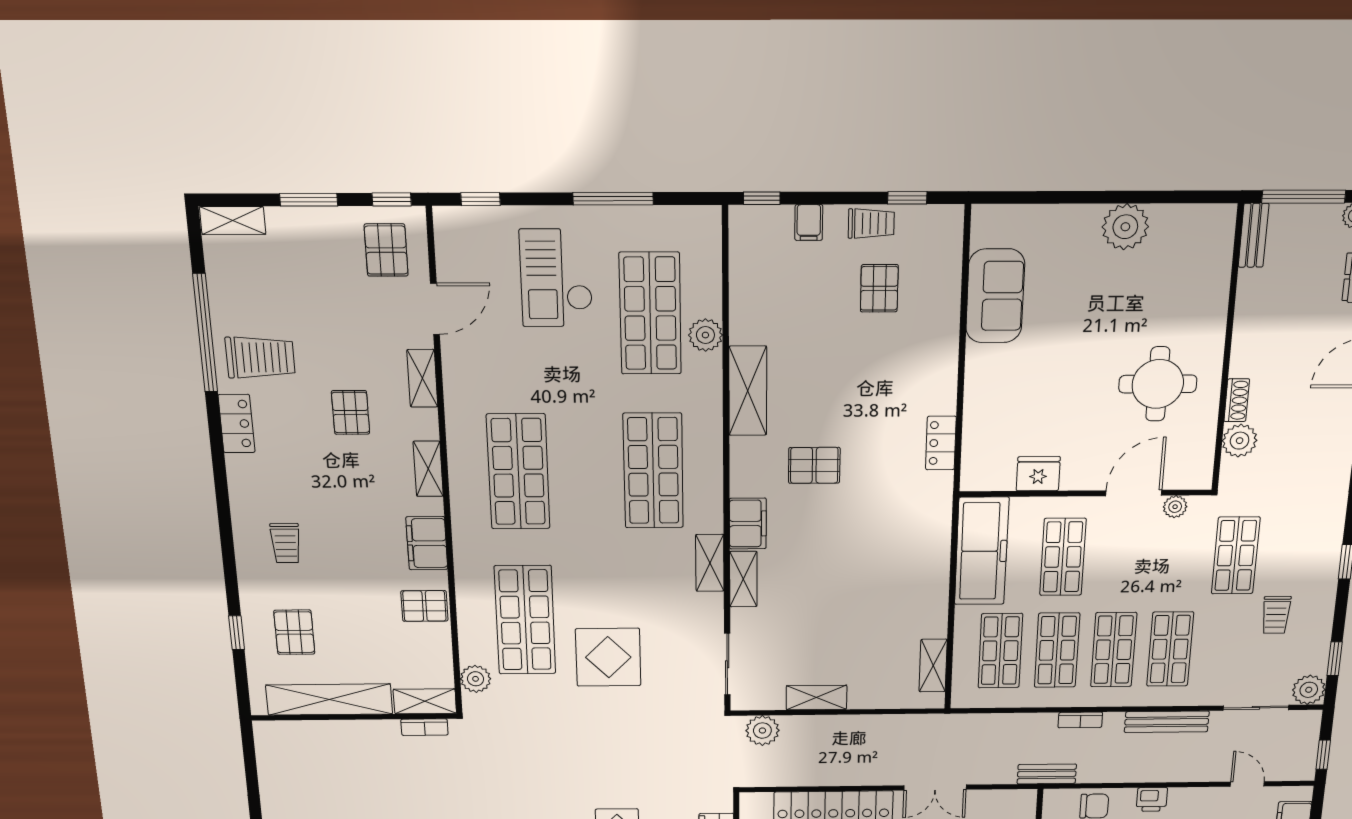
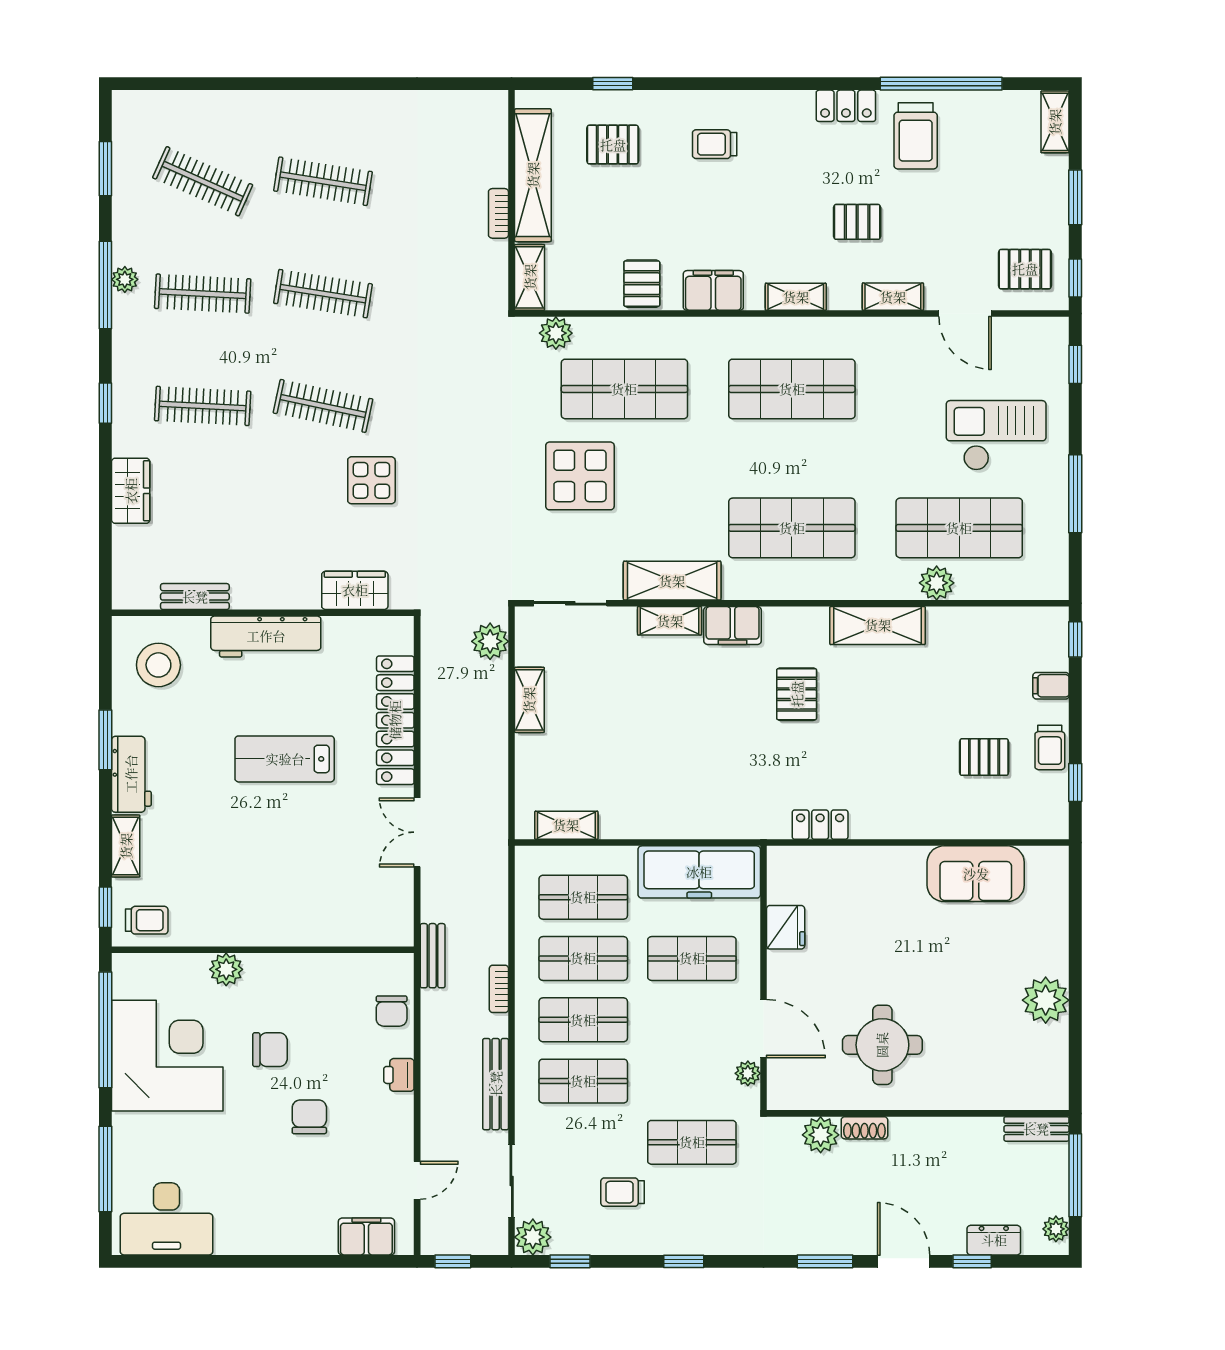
shelving: (710, 563) -> (672, 581), width x1.50, depth x1.33
bookcase: (424, 727) -> (498, 213), moved

